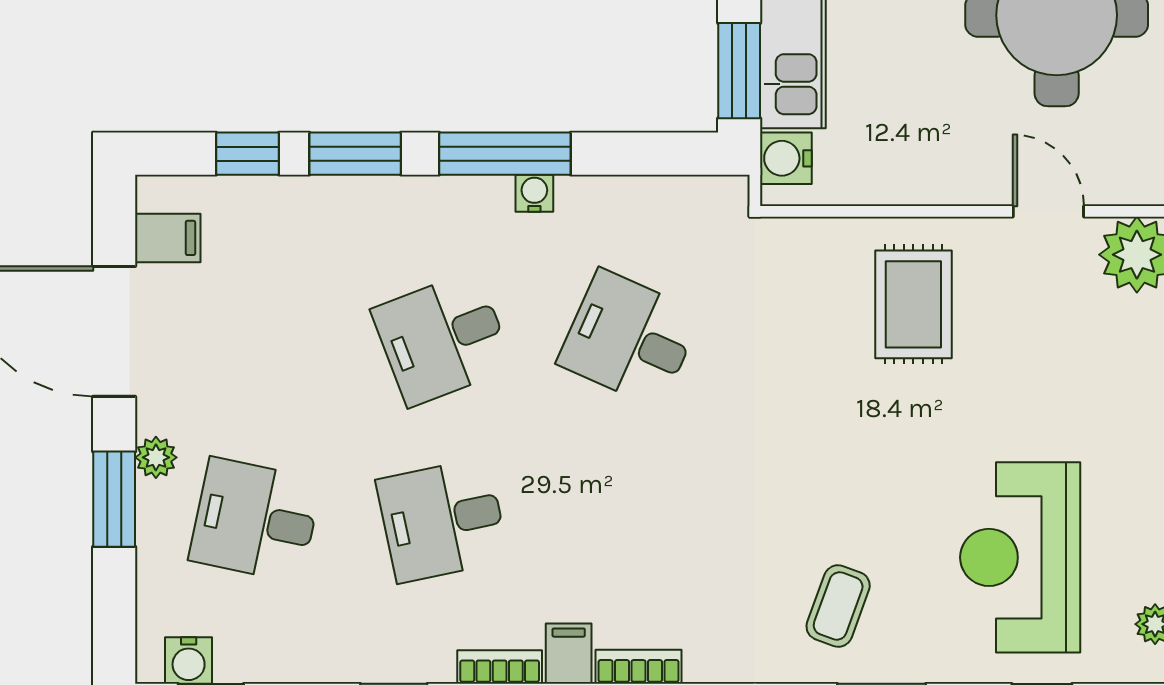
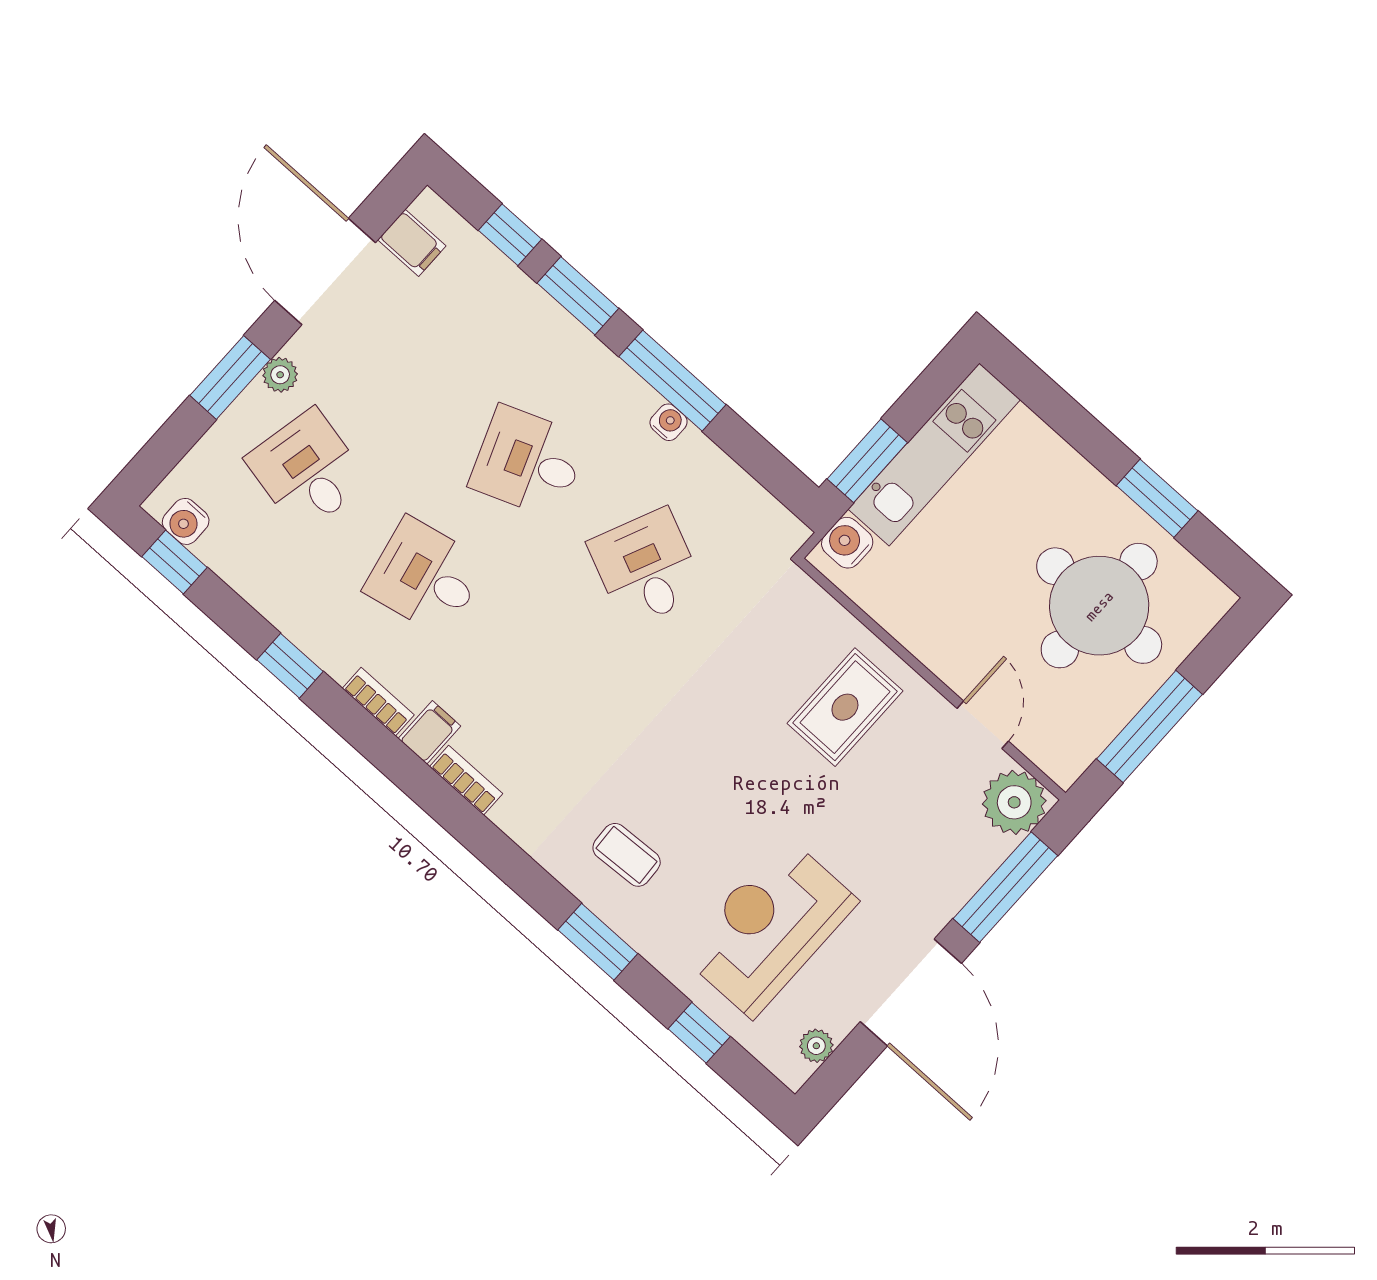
coffee table: (838, 606) -> (627, 855), turned 67

